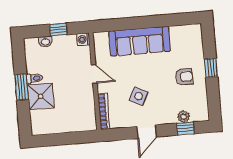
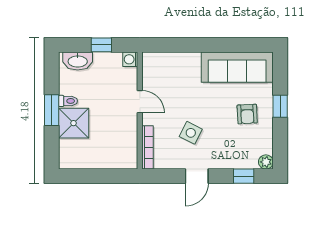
sofa: (140, 41) -> (237, 67), moved
washbasin: (45, 42) -> (78, 61), width x1.91, depth x1.45
armchair: (184, 77) -> (247, 114), turned 87
plant: (184, 117) -> (266, 162), moved

